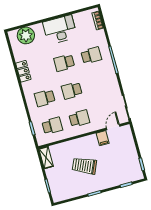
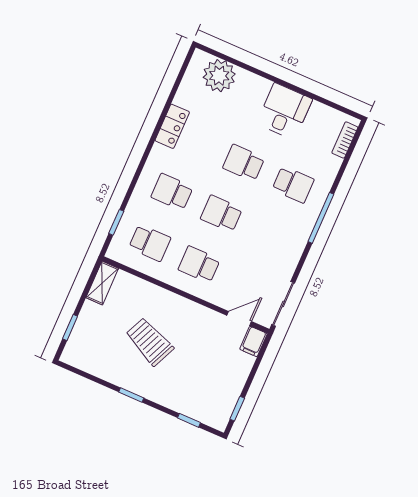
desk: (60, 30) -> (284, 111), width x0.73
school desk: (79, 118) -> (199, 264), turned 180
filing cabinet: (103, 138) -> (253, 341), moved

